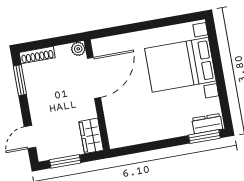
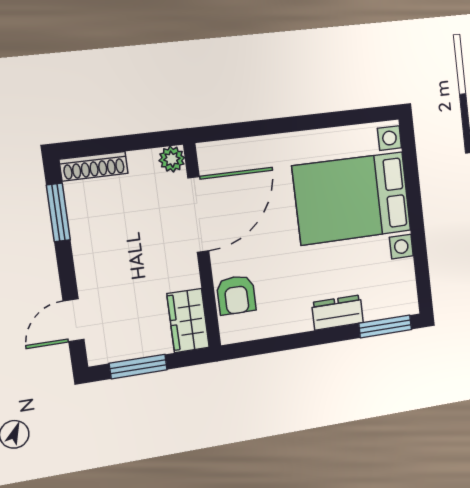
armchair: (117, 121) -> (236, 295), added
dresser: (207, 124) -> (338, 312), moved

